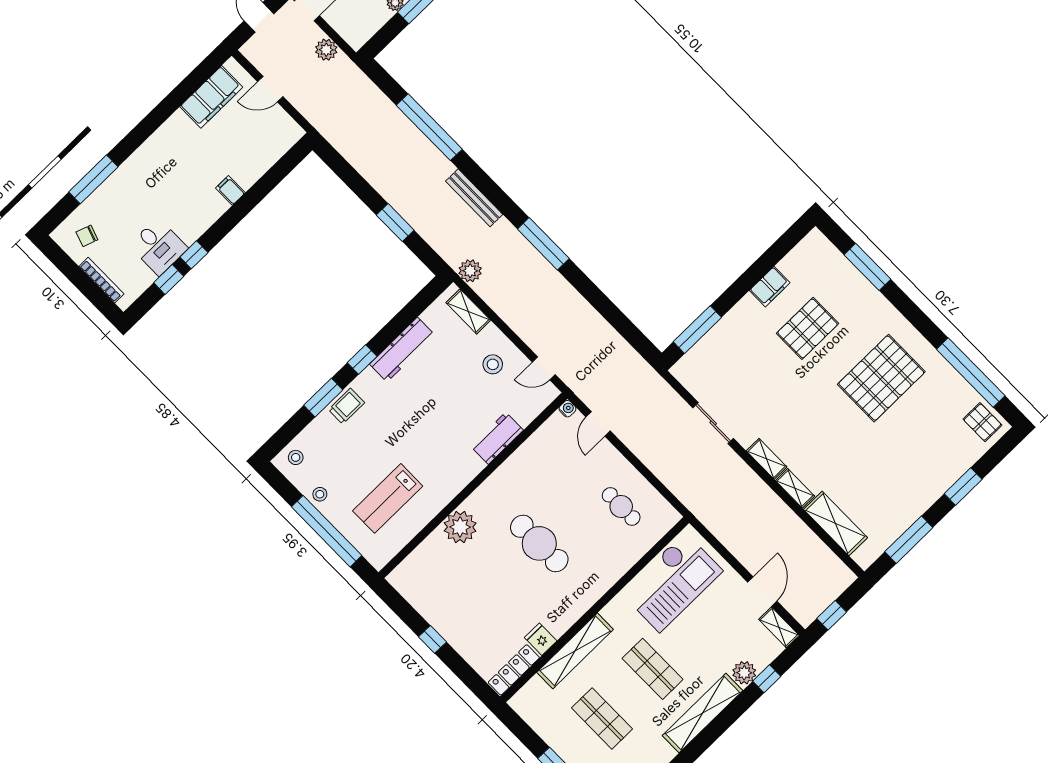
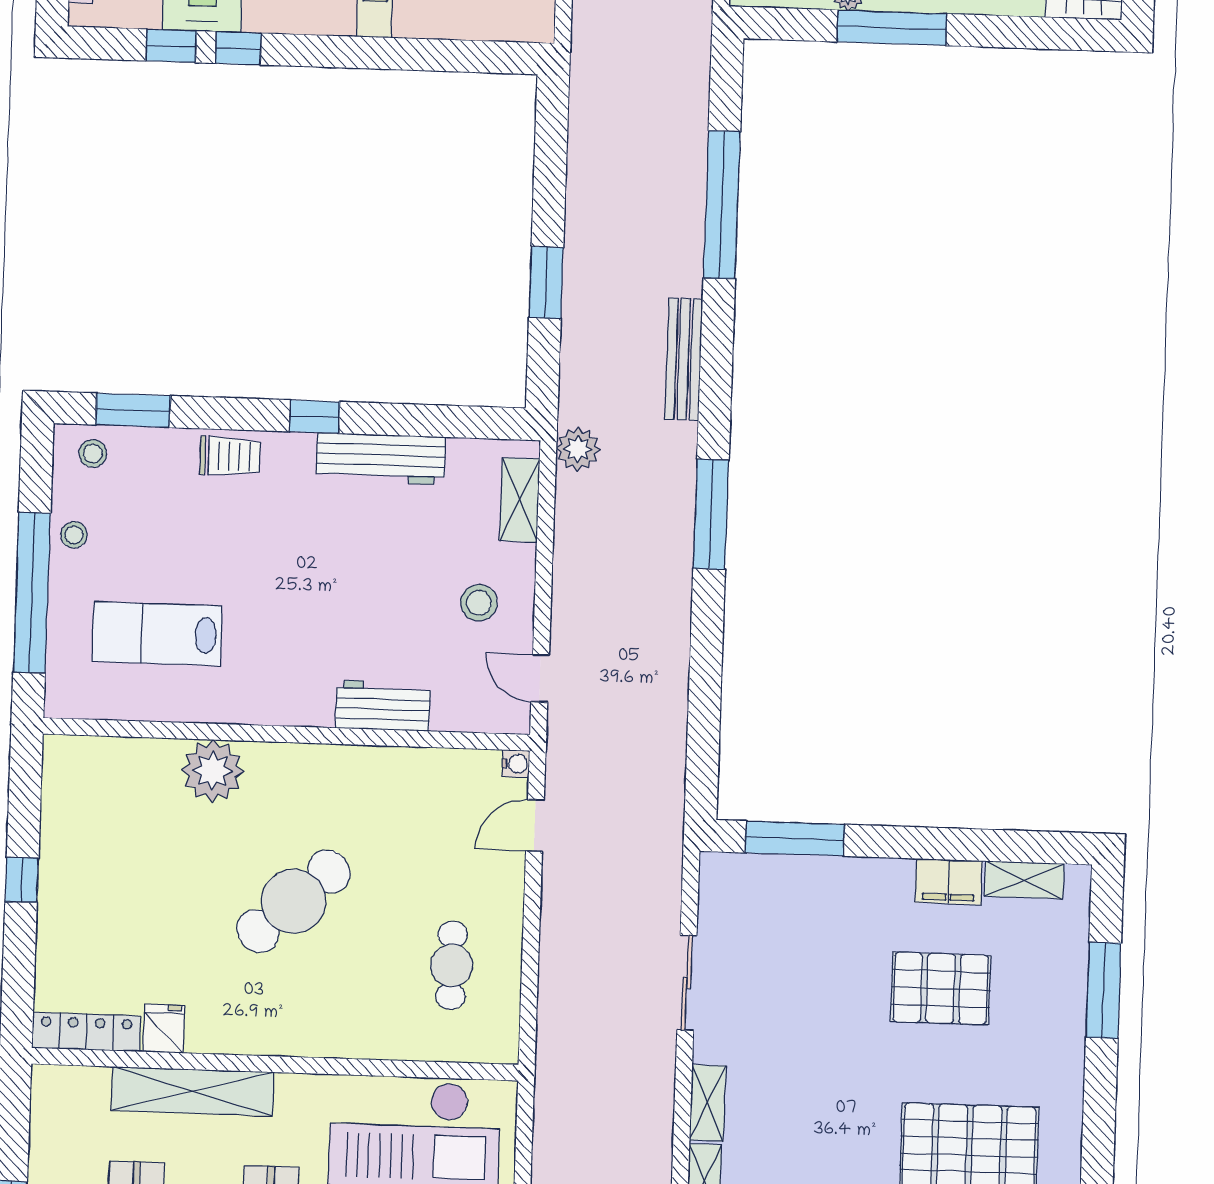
shelving: (797, 257) -> (1024, 880), added
window: (323, 398) -> (133, 410), moved
cafe table: (539, 543) -> (294, 901), turned 49

